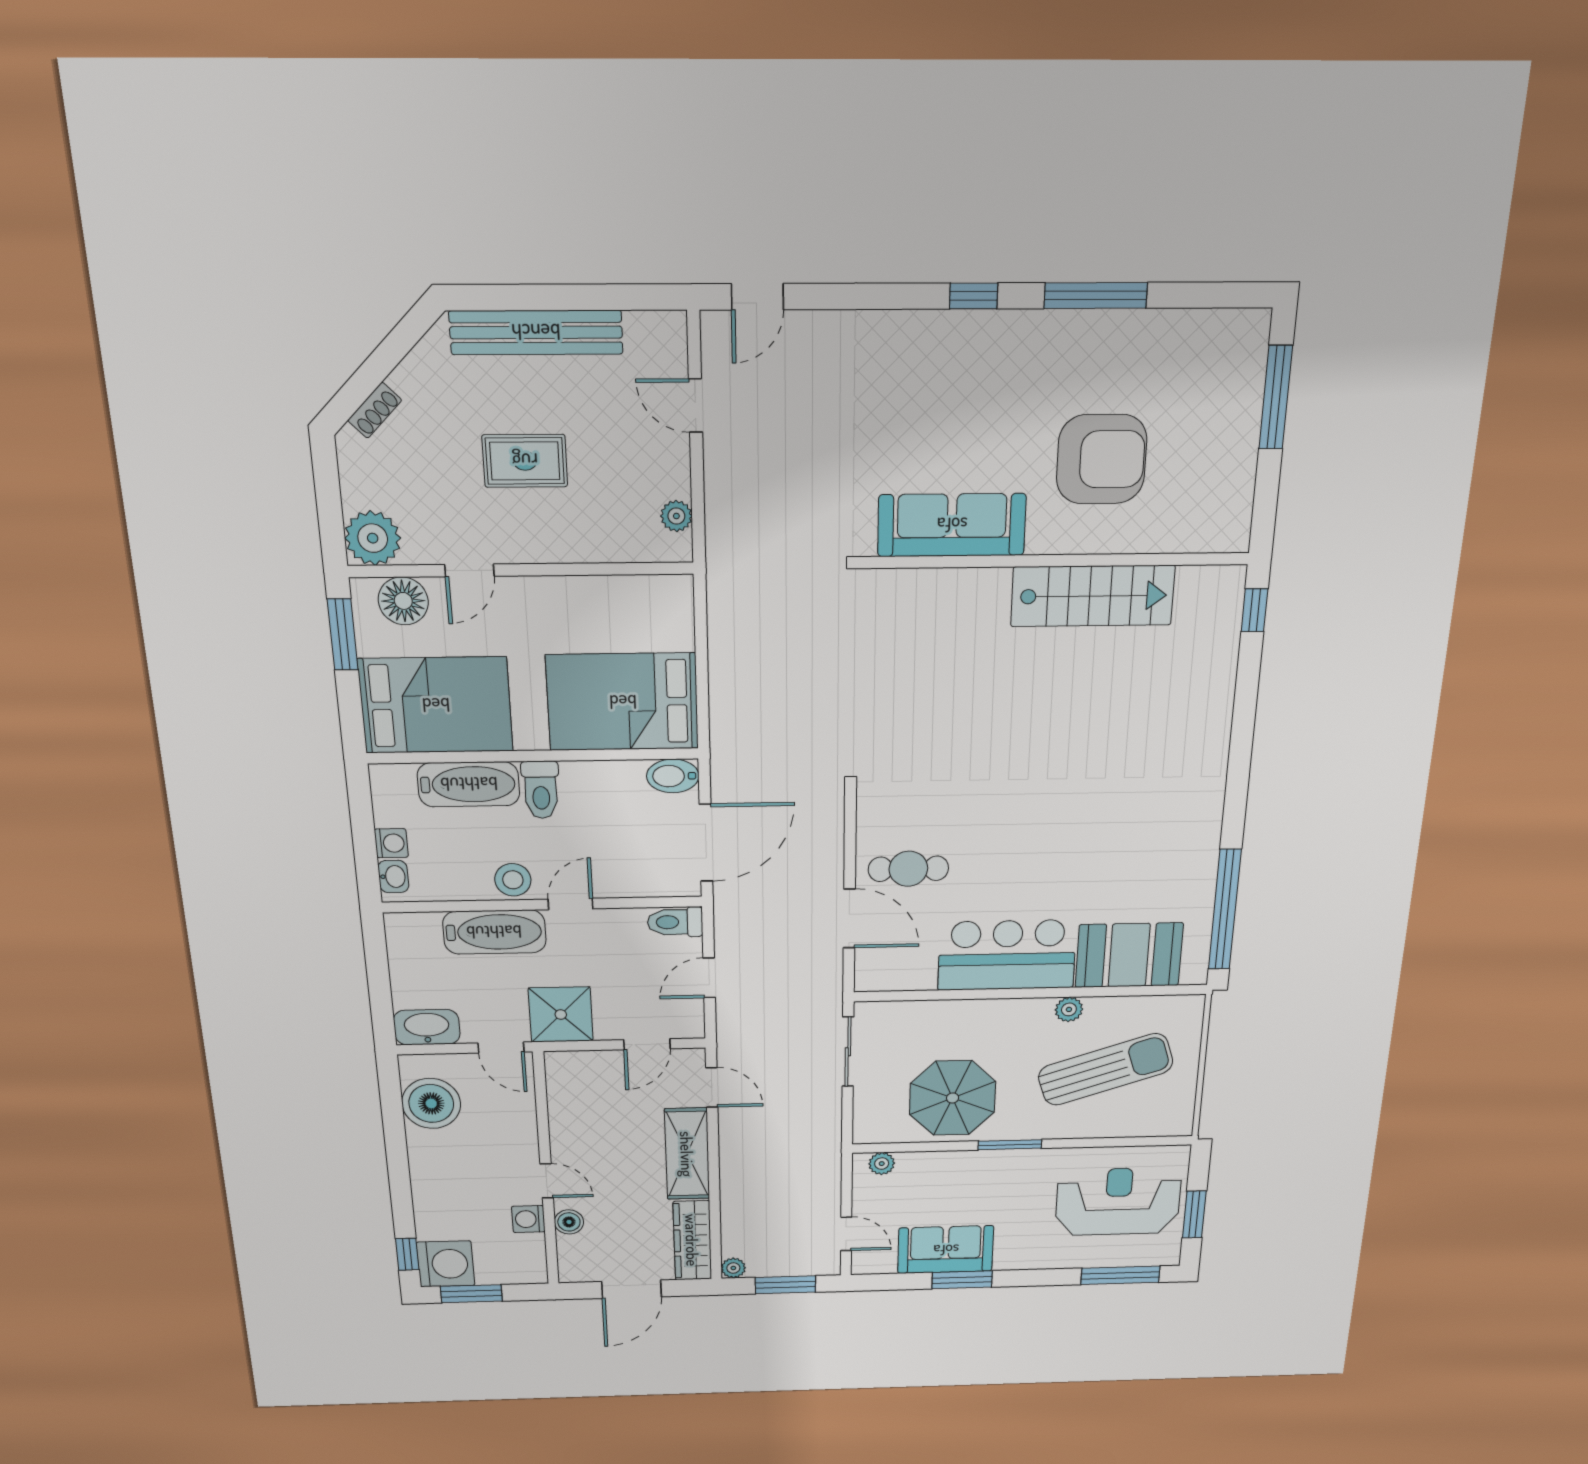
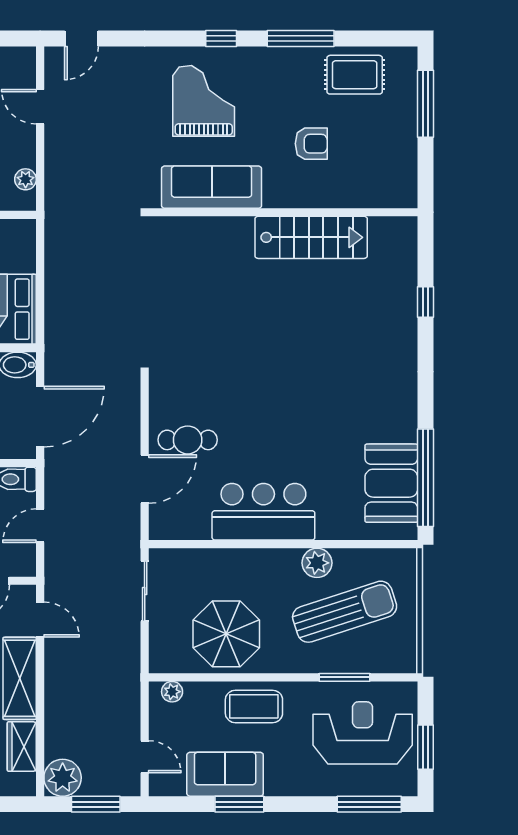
rug: (1174, 353) -> (355, 75), added
grand piano: (944, 395) -> (204, 101), added
armchair: (1102, 459) -> (311, 144), width x0.53, depth x0.53
window: (1255, 610) -> (426, 302), moved
door: (849, 918) -> (145, 479), hinge flipped
booth: (1129, 955) -> (391, 483), moved, turned 90
plant: (1069, 1009) -> (317, 563), width x1.38, depth x1.38
window: (1010, 1145) -> (345, 677), moved
coffee table: (984, 1177) -> (254, 706), added
wardrobe: (692, 1240) -> (22, 747), width x0.67
plant: (733, 1268) -> (63, 778), width x1.88, depth x1.88

